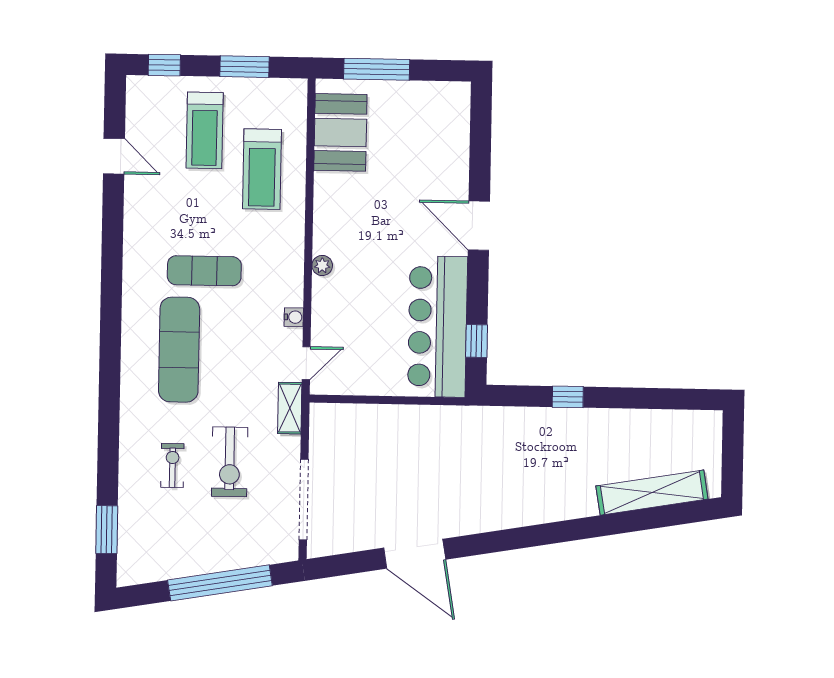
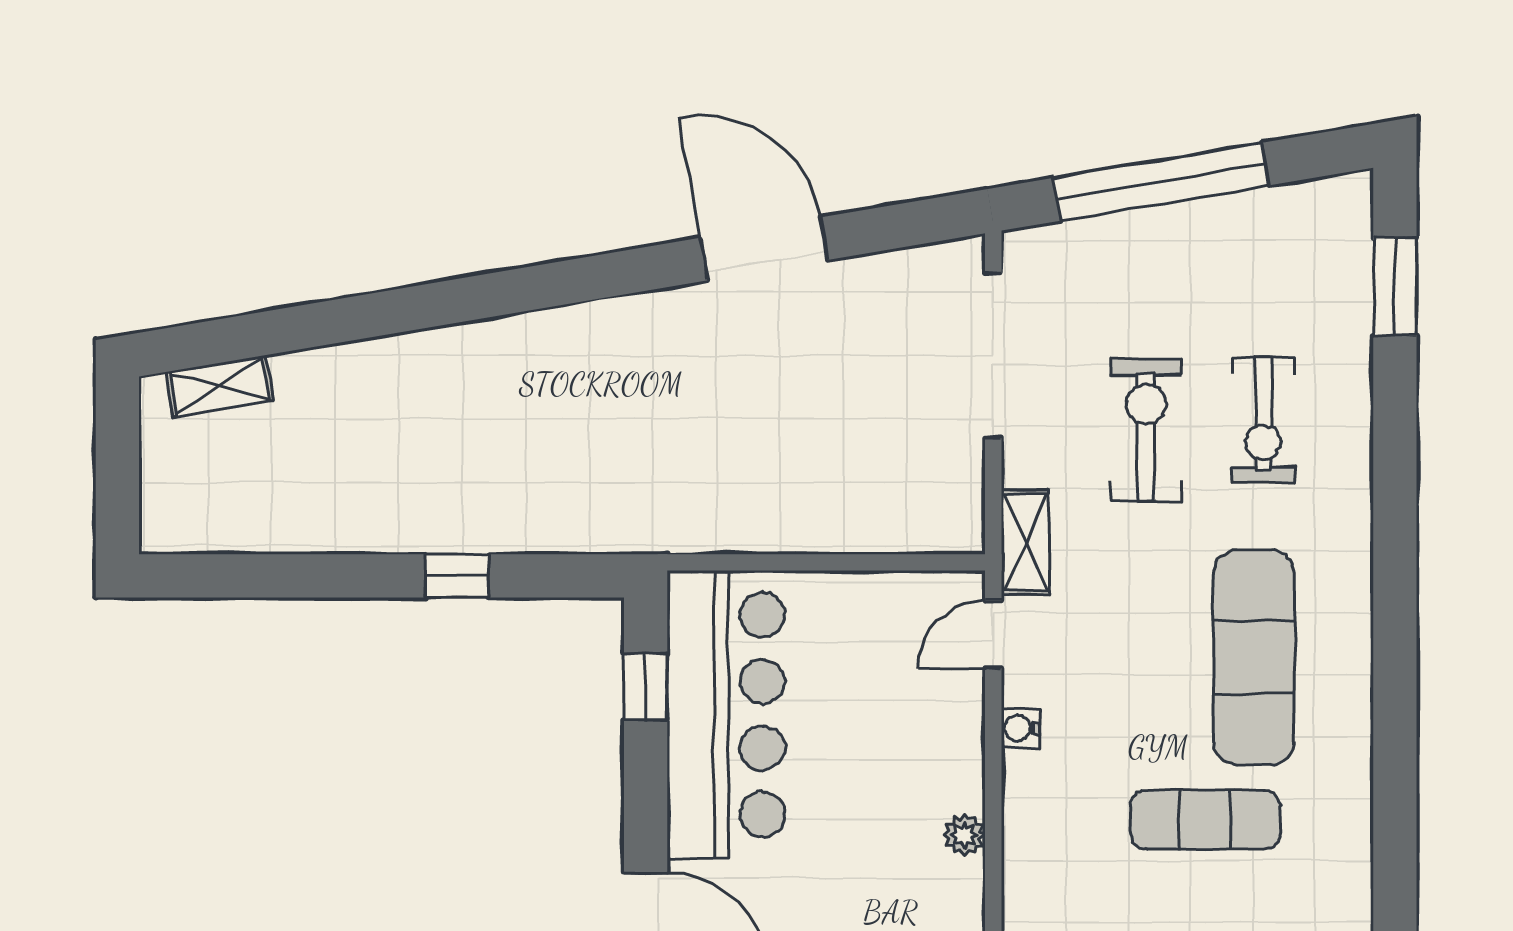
exercise bike: (172, 465) -> (1263, 420), width x1.38, depth x1.39
shelving: (652, 493) -> (220, 386), width x0.45, depth x0.75

